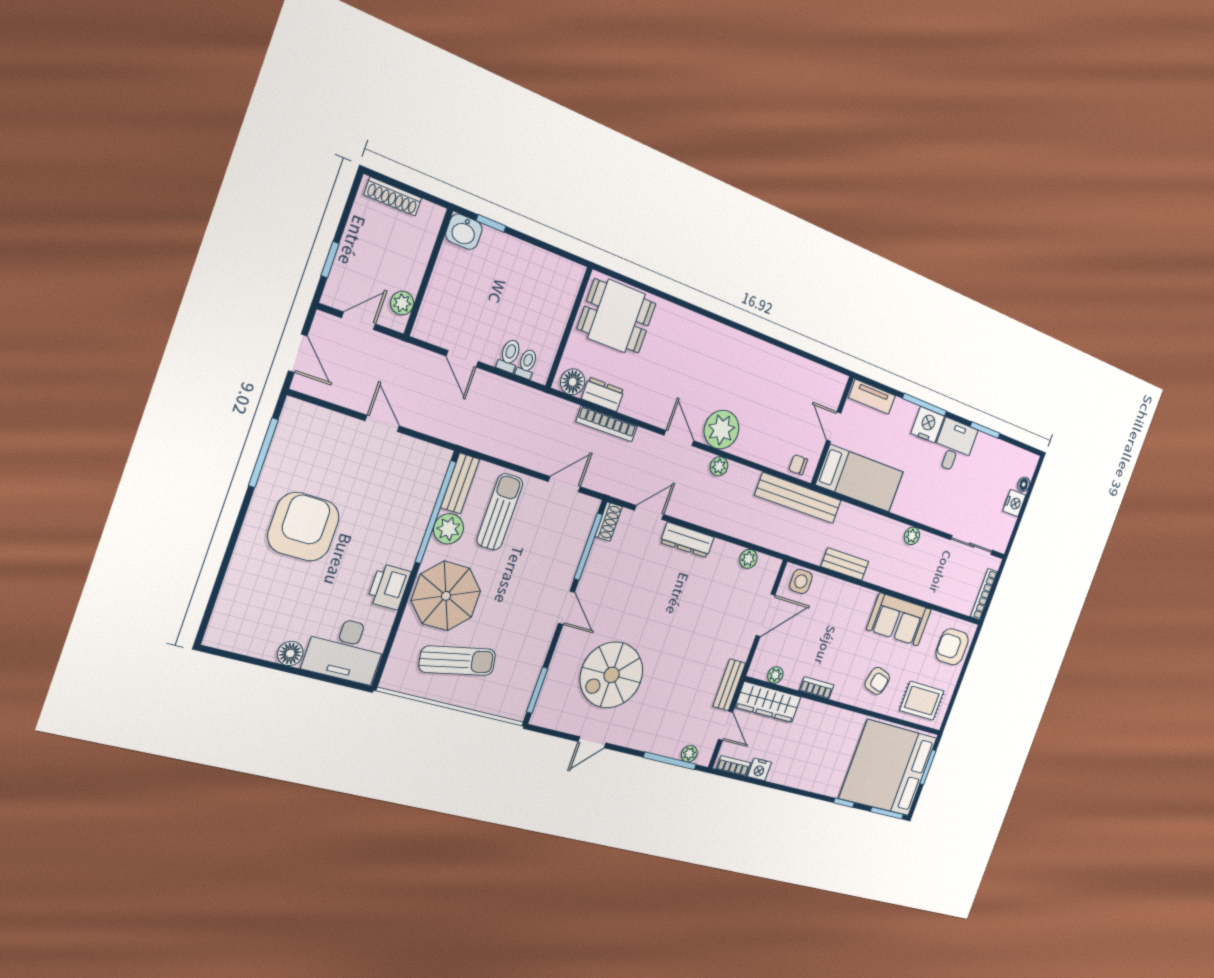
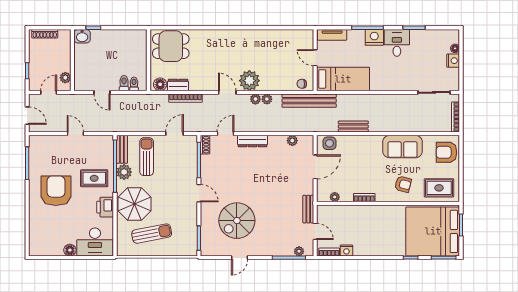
rug: (388, 524) -> (94, 178), added
plant: (912, 536) -> (267, 99), moved
wardrobe: (768, 702) -> (336, 213), removed

